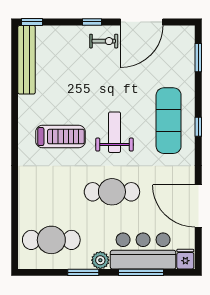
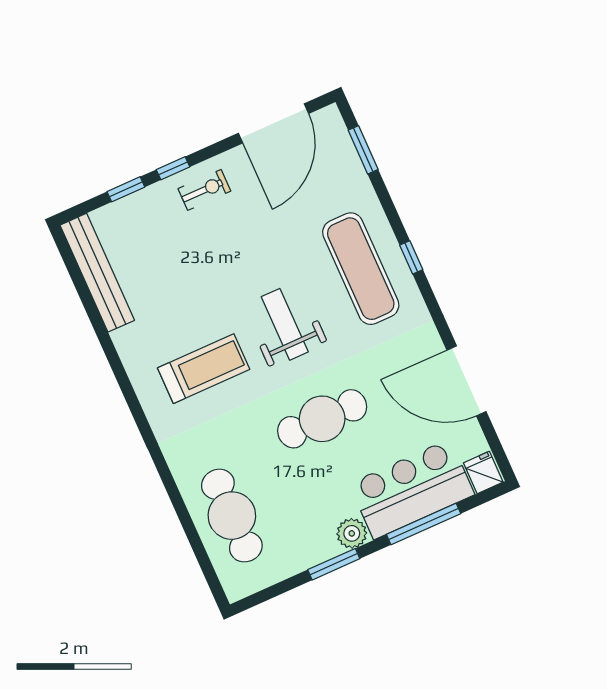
window: (32, 22) -> (126, 189), moved
door: (142, 22) -> (273, 123), moved
cafe table: (51, 240) -> (232, 516), moved, turned 90

